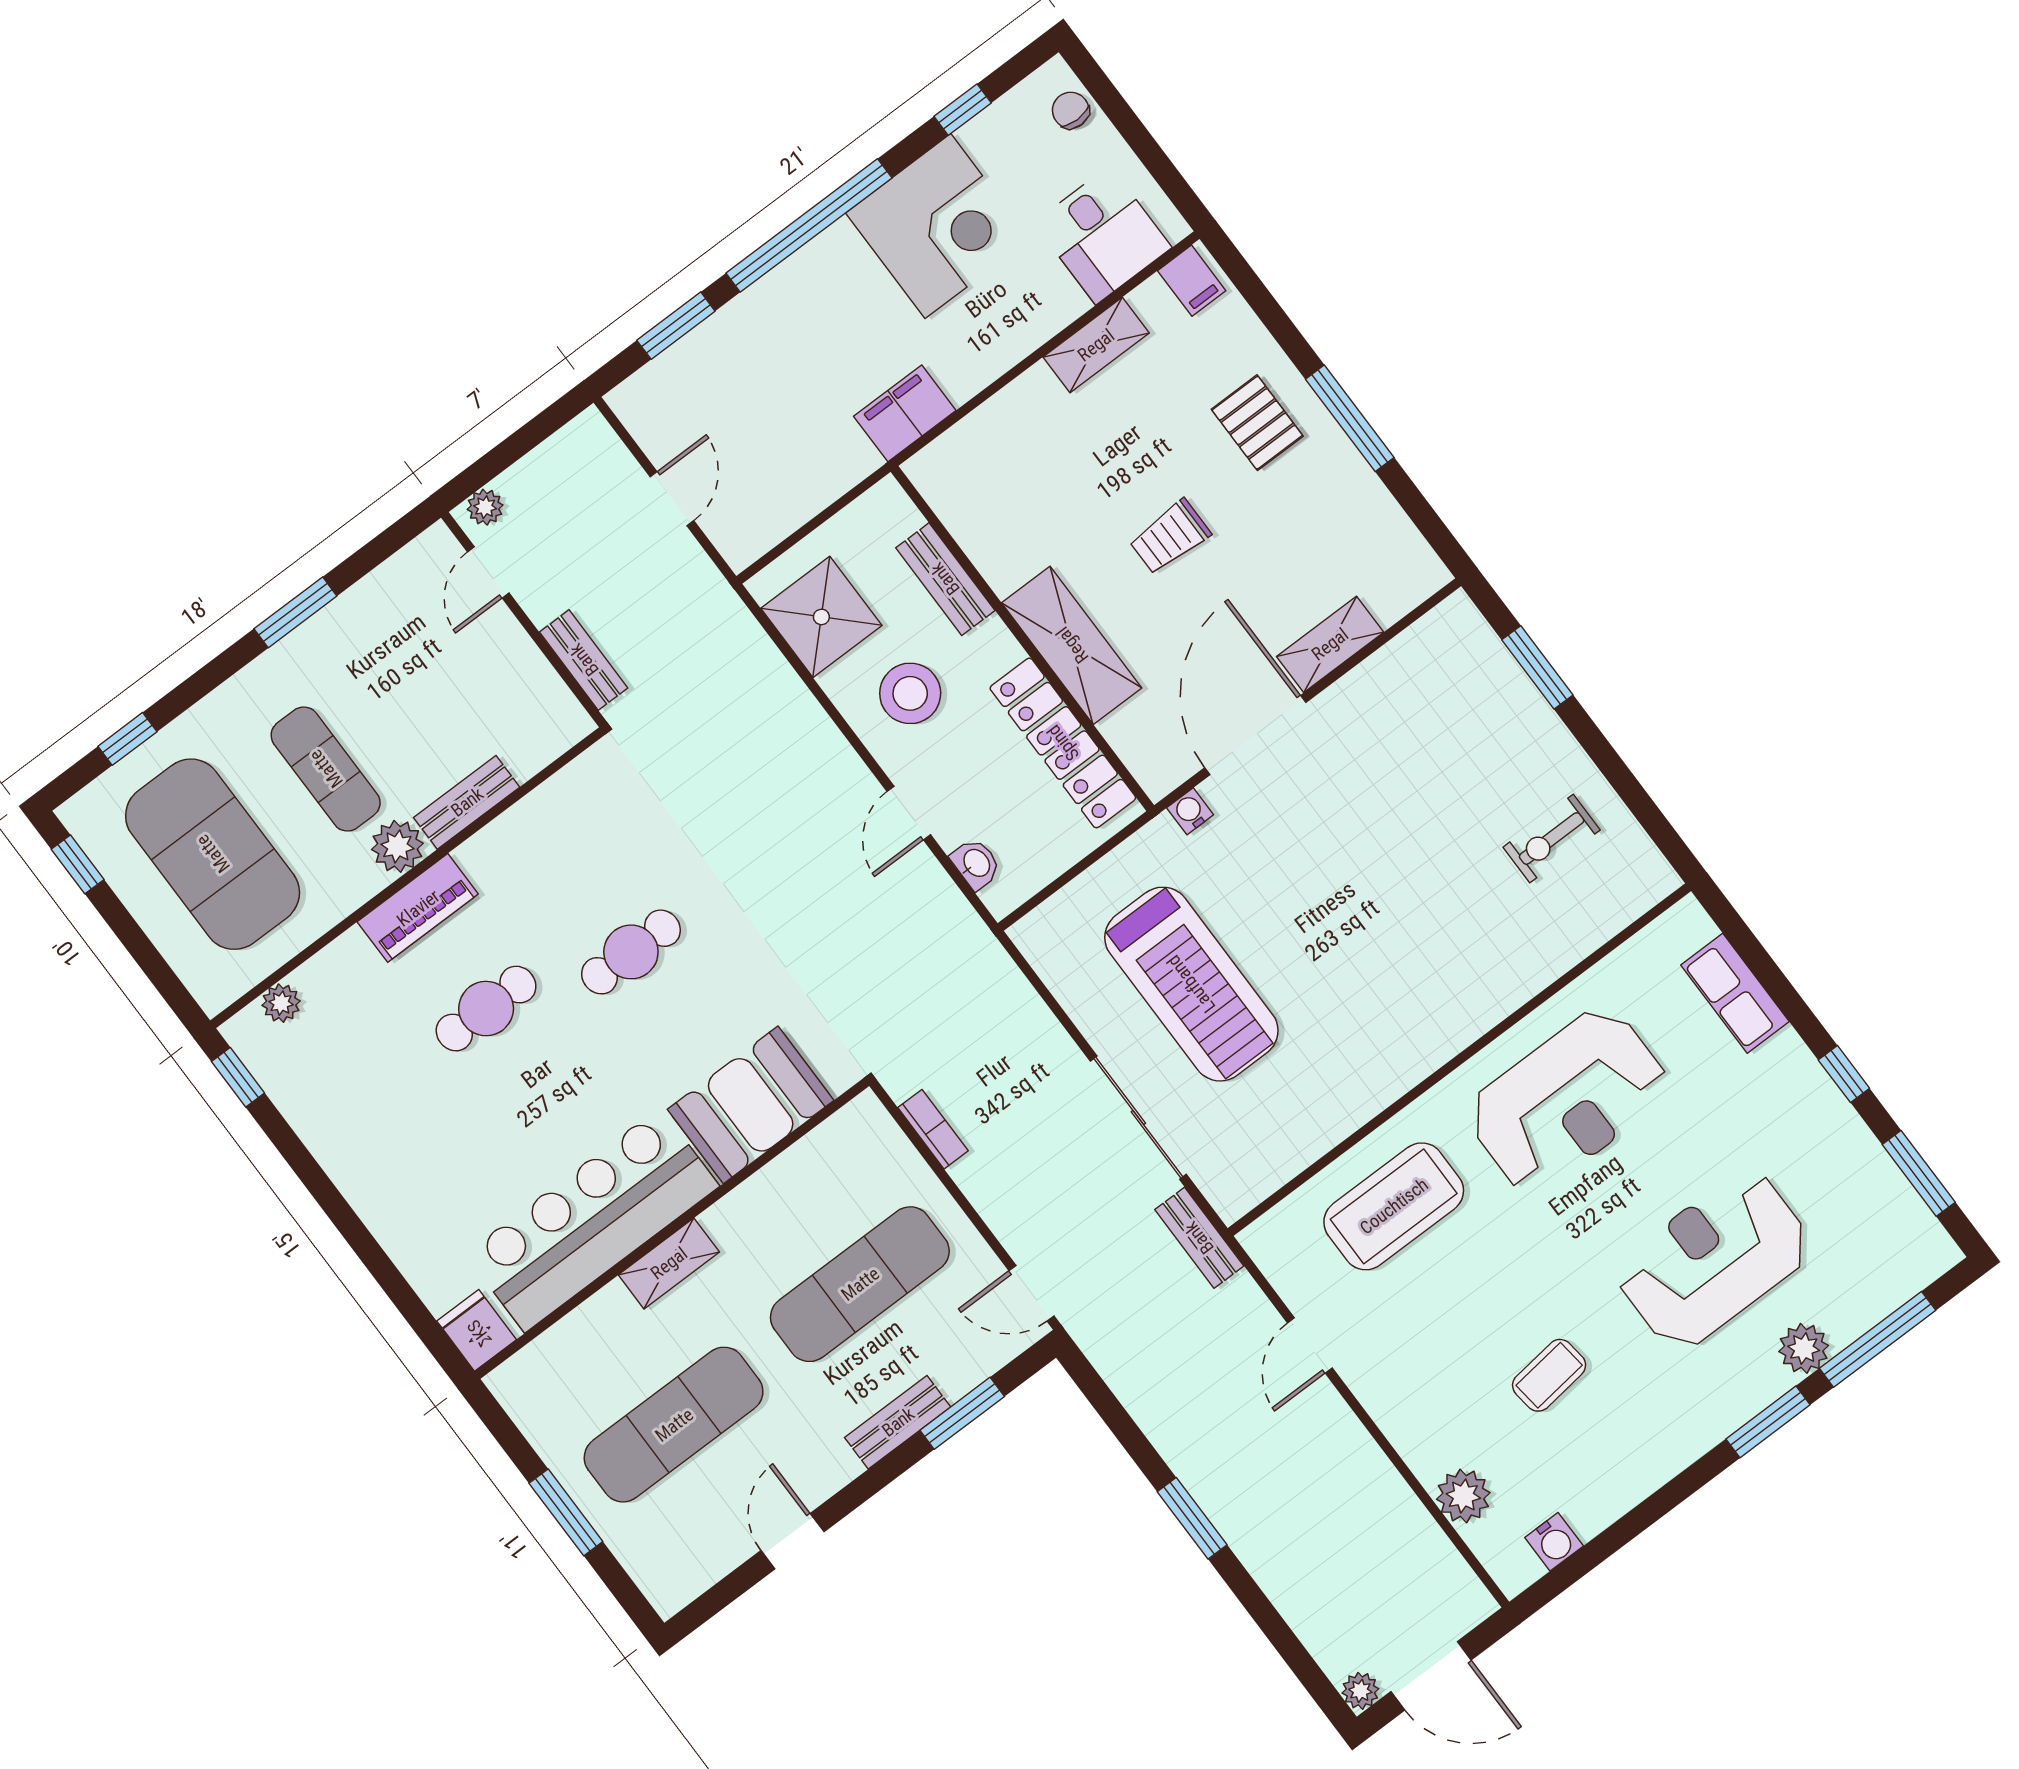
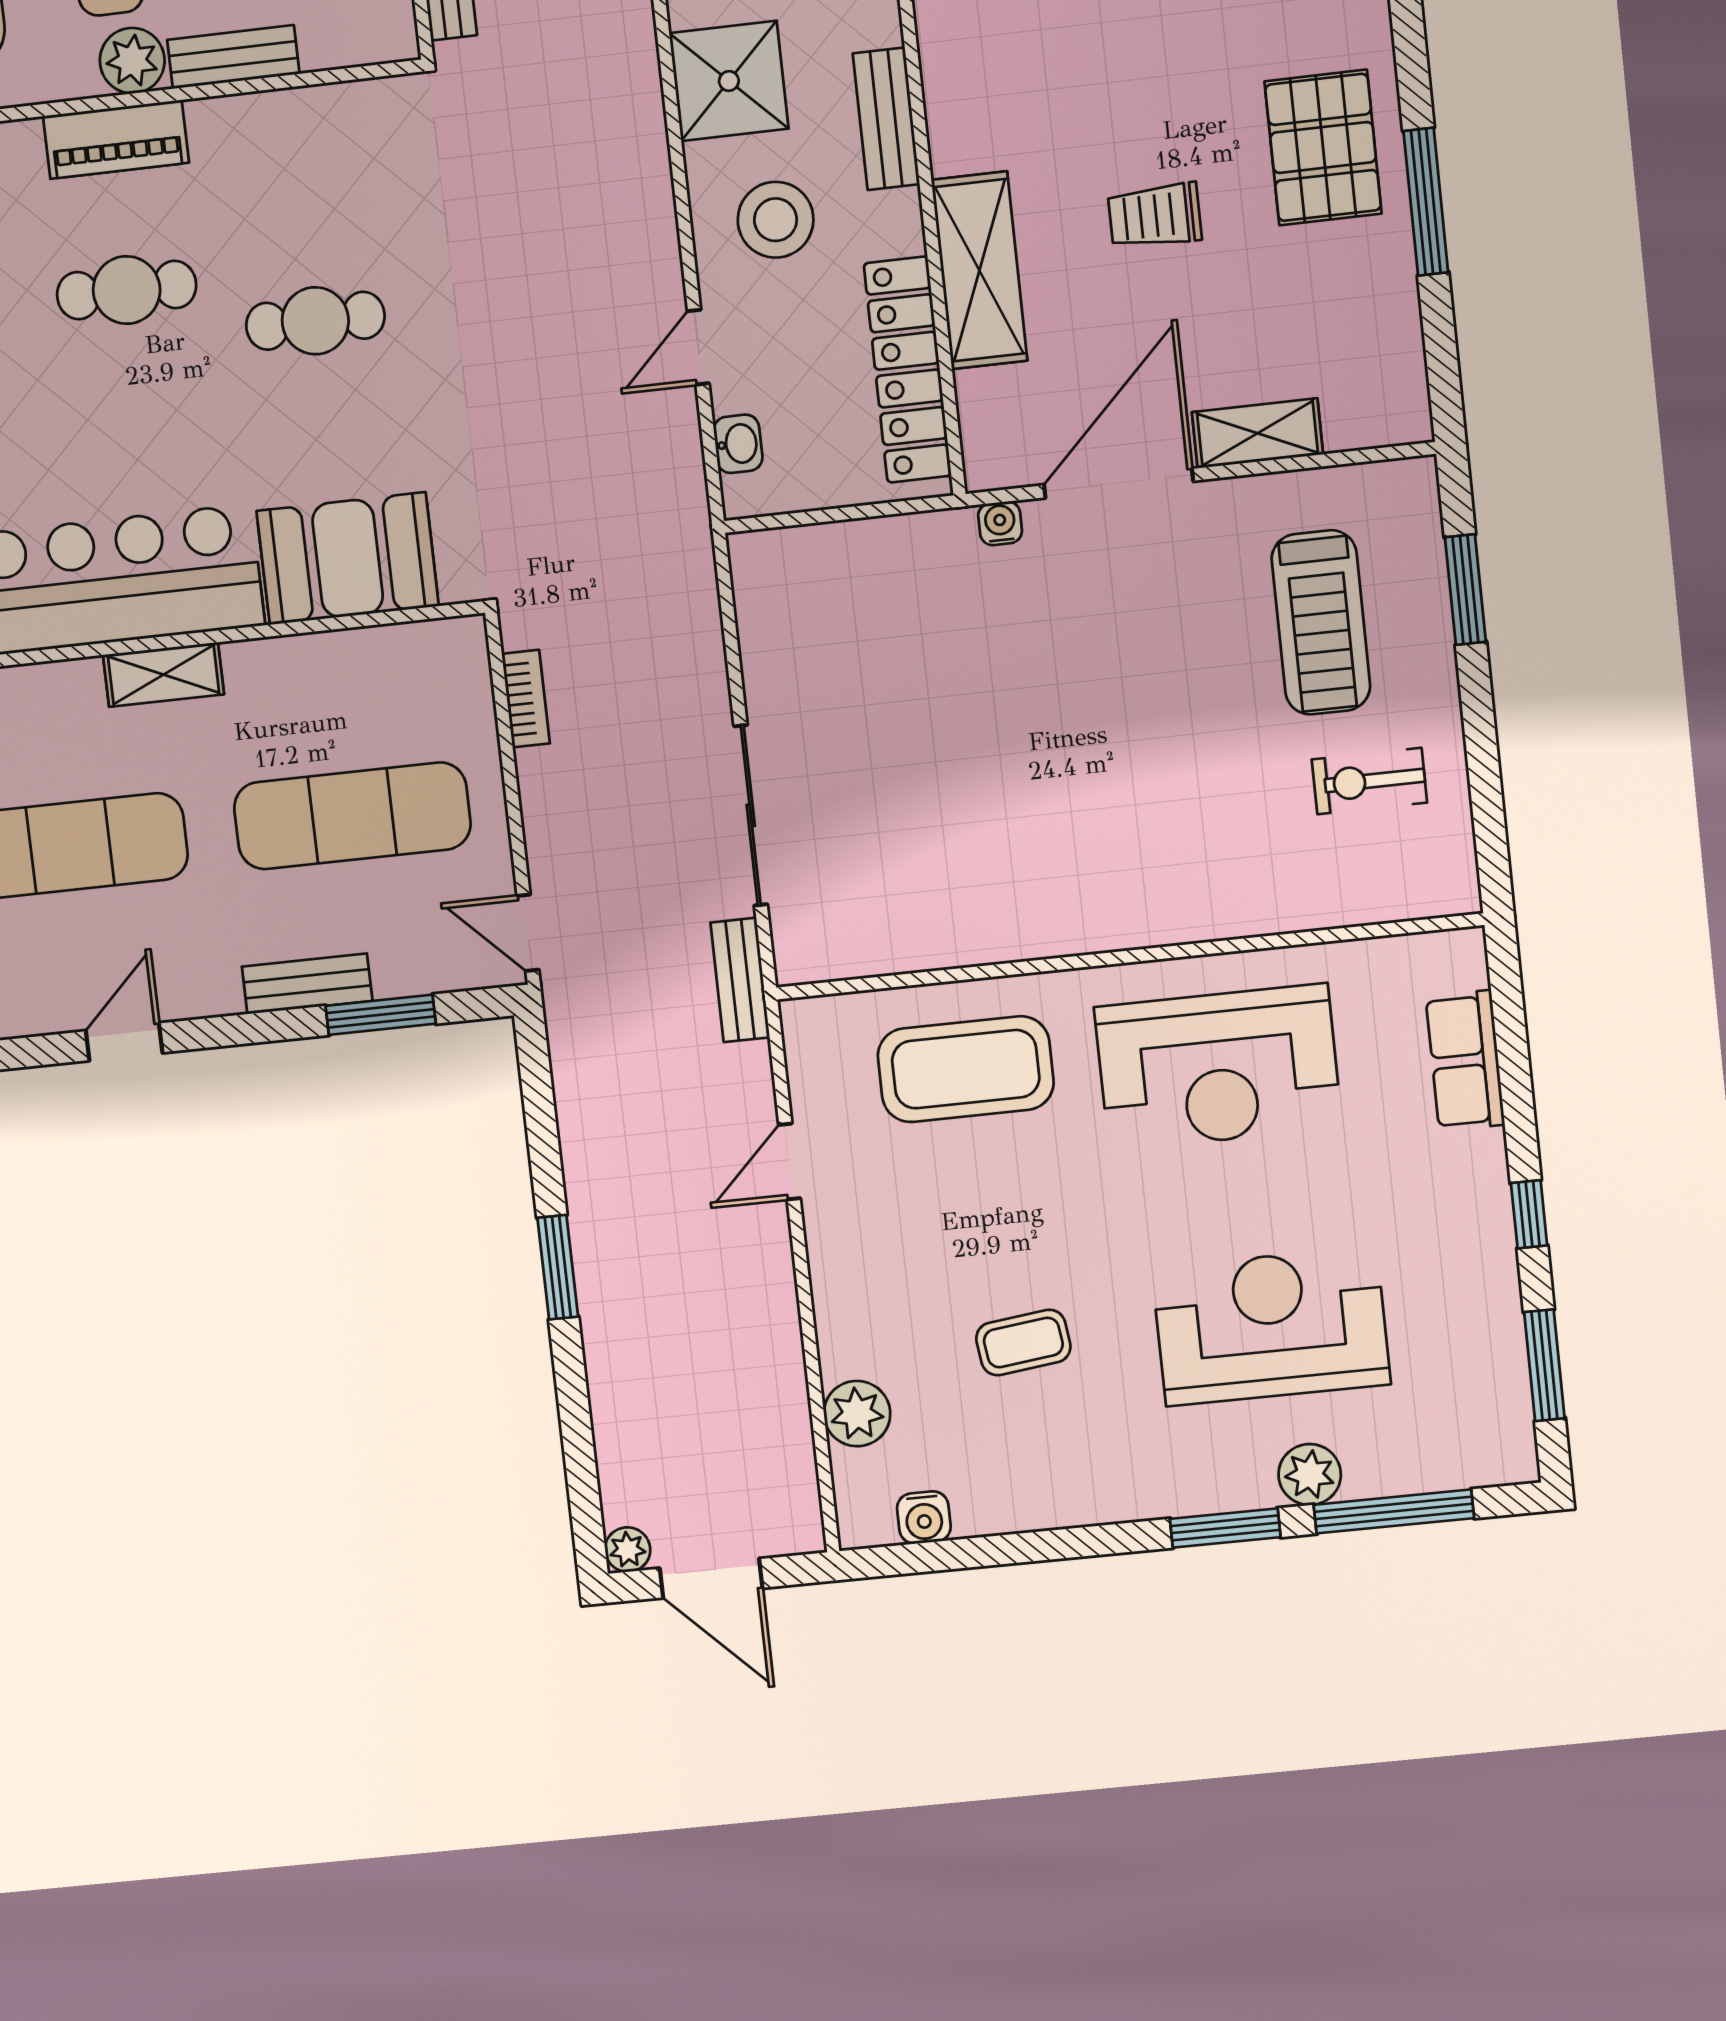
pallet: (1257, 423) -> (1323, 147), width x1.50, depth x1.42
treadmill: (1191, 984) -> (1321, 622), moved, width x0.73, depth x0.73

